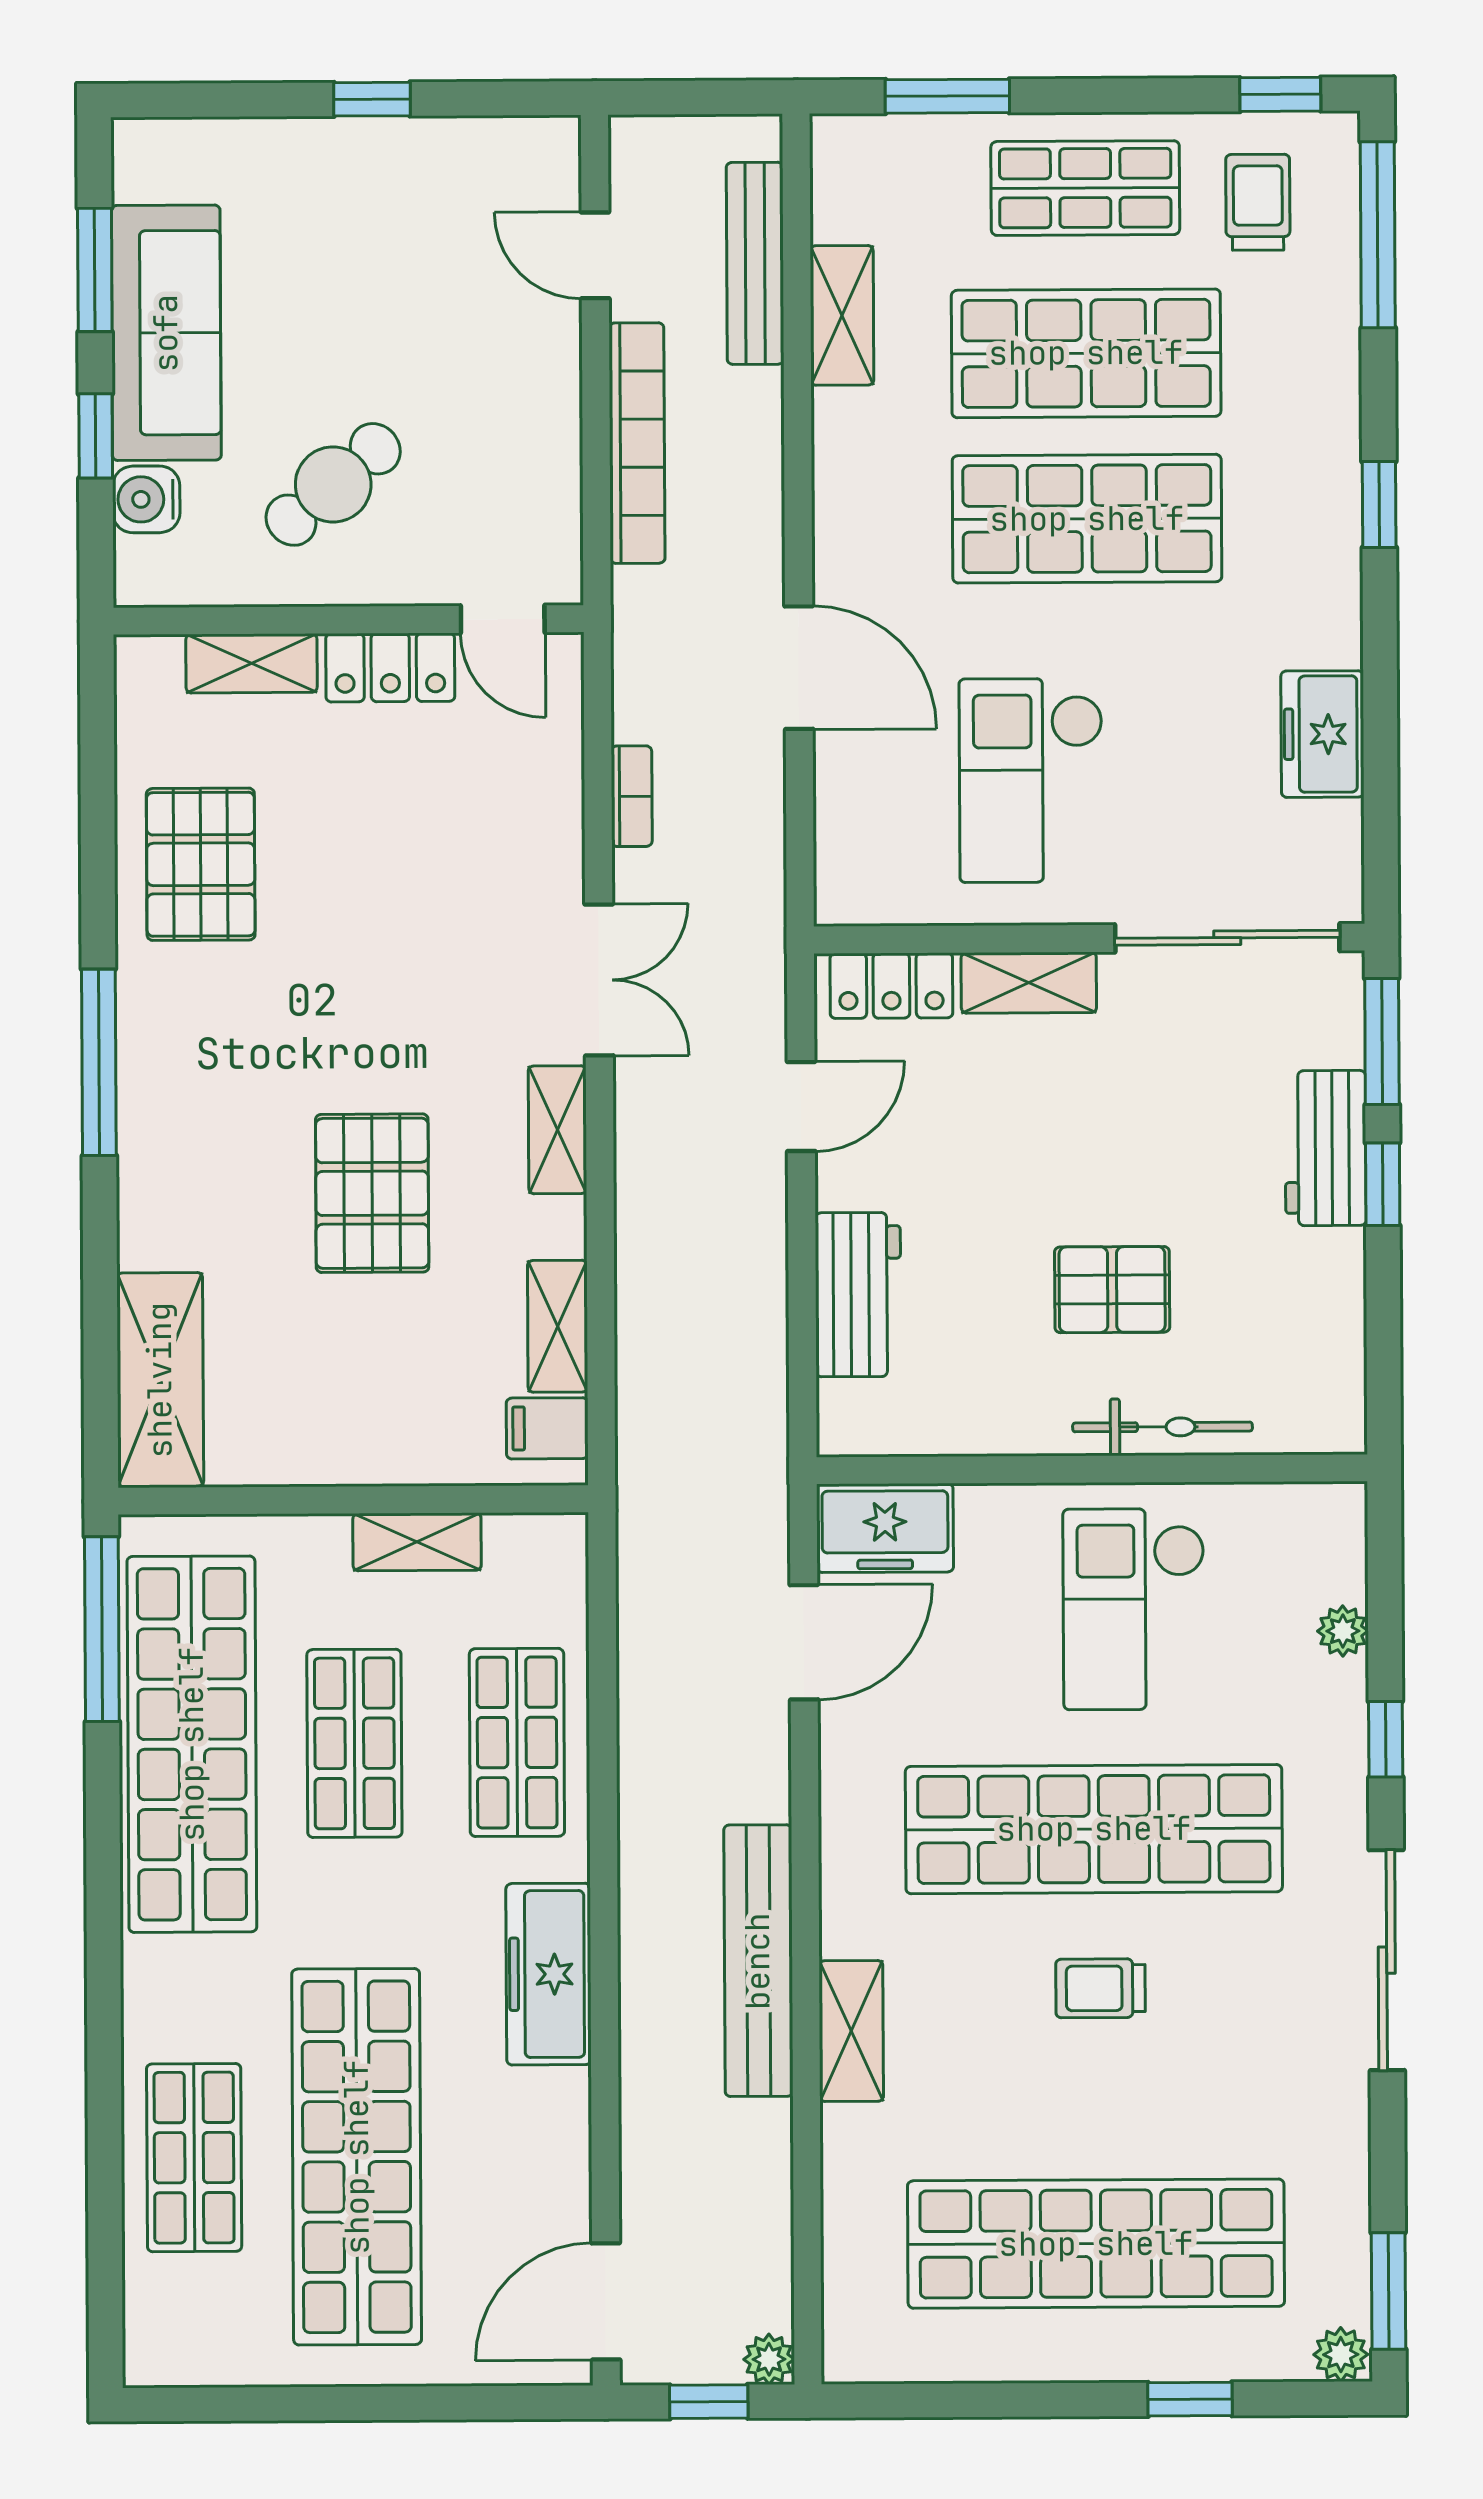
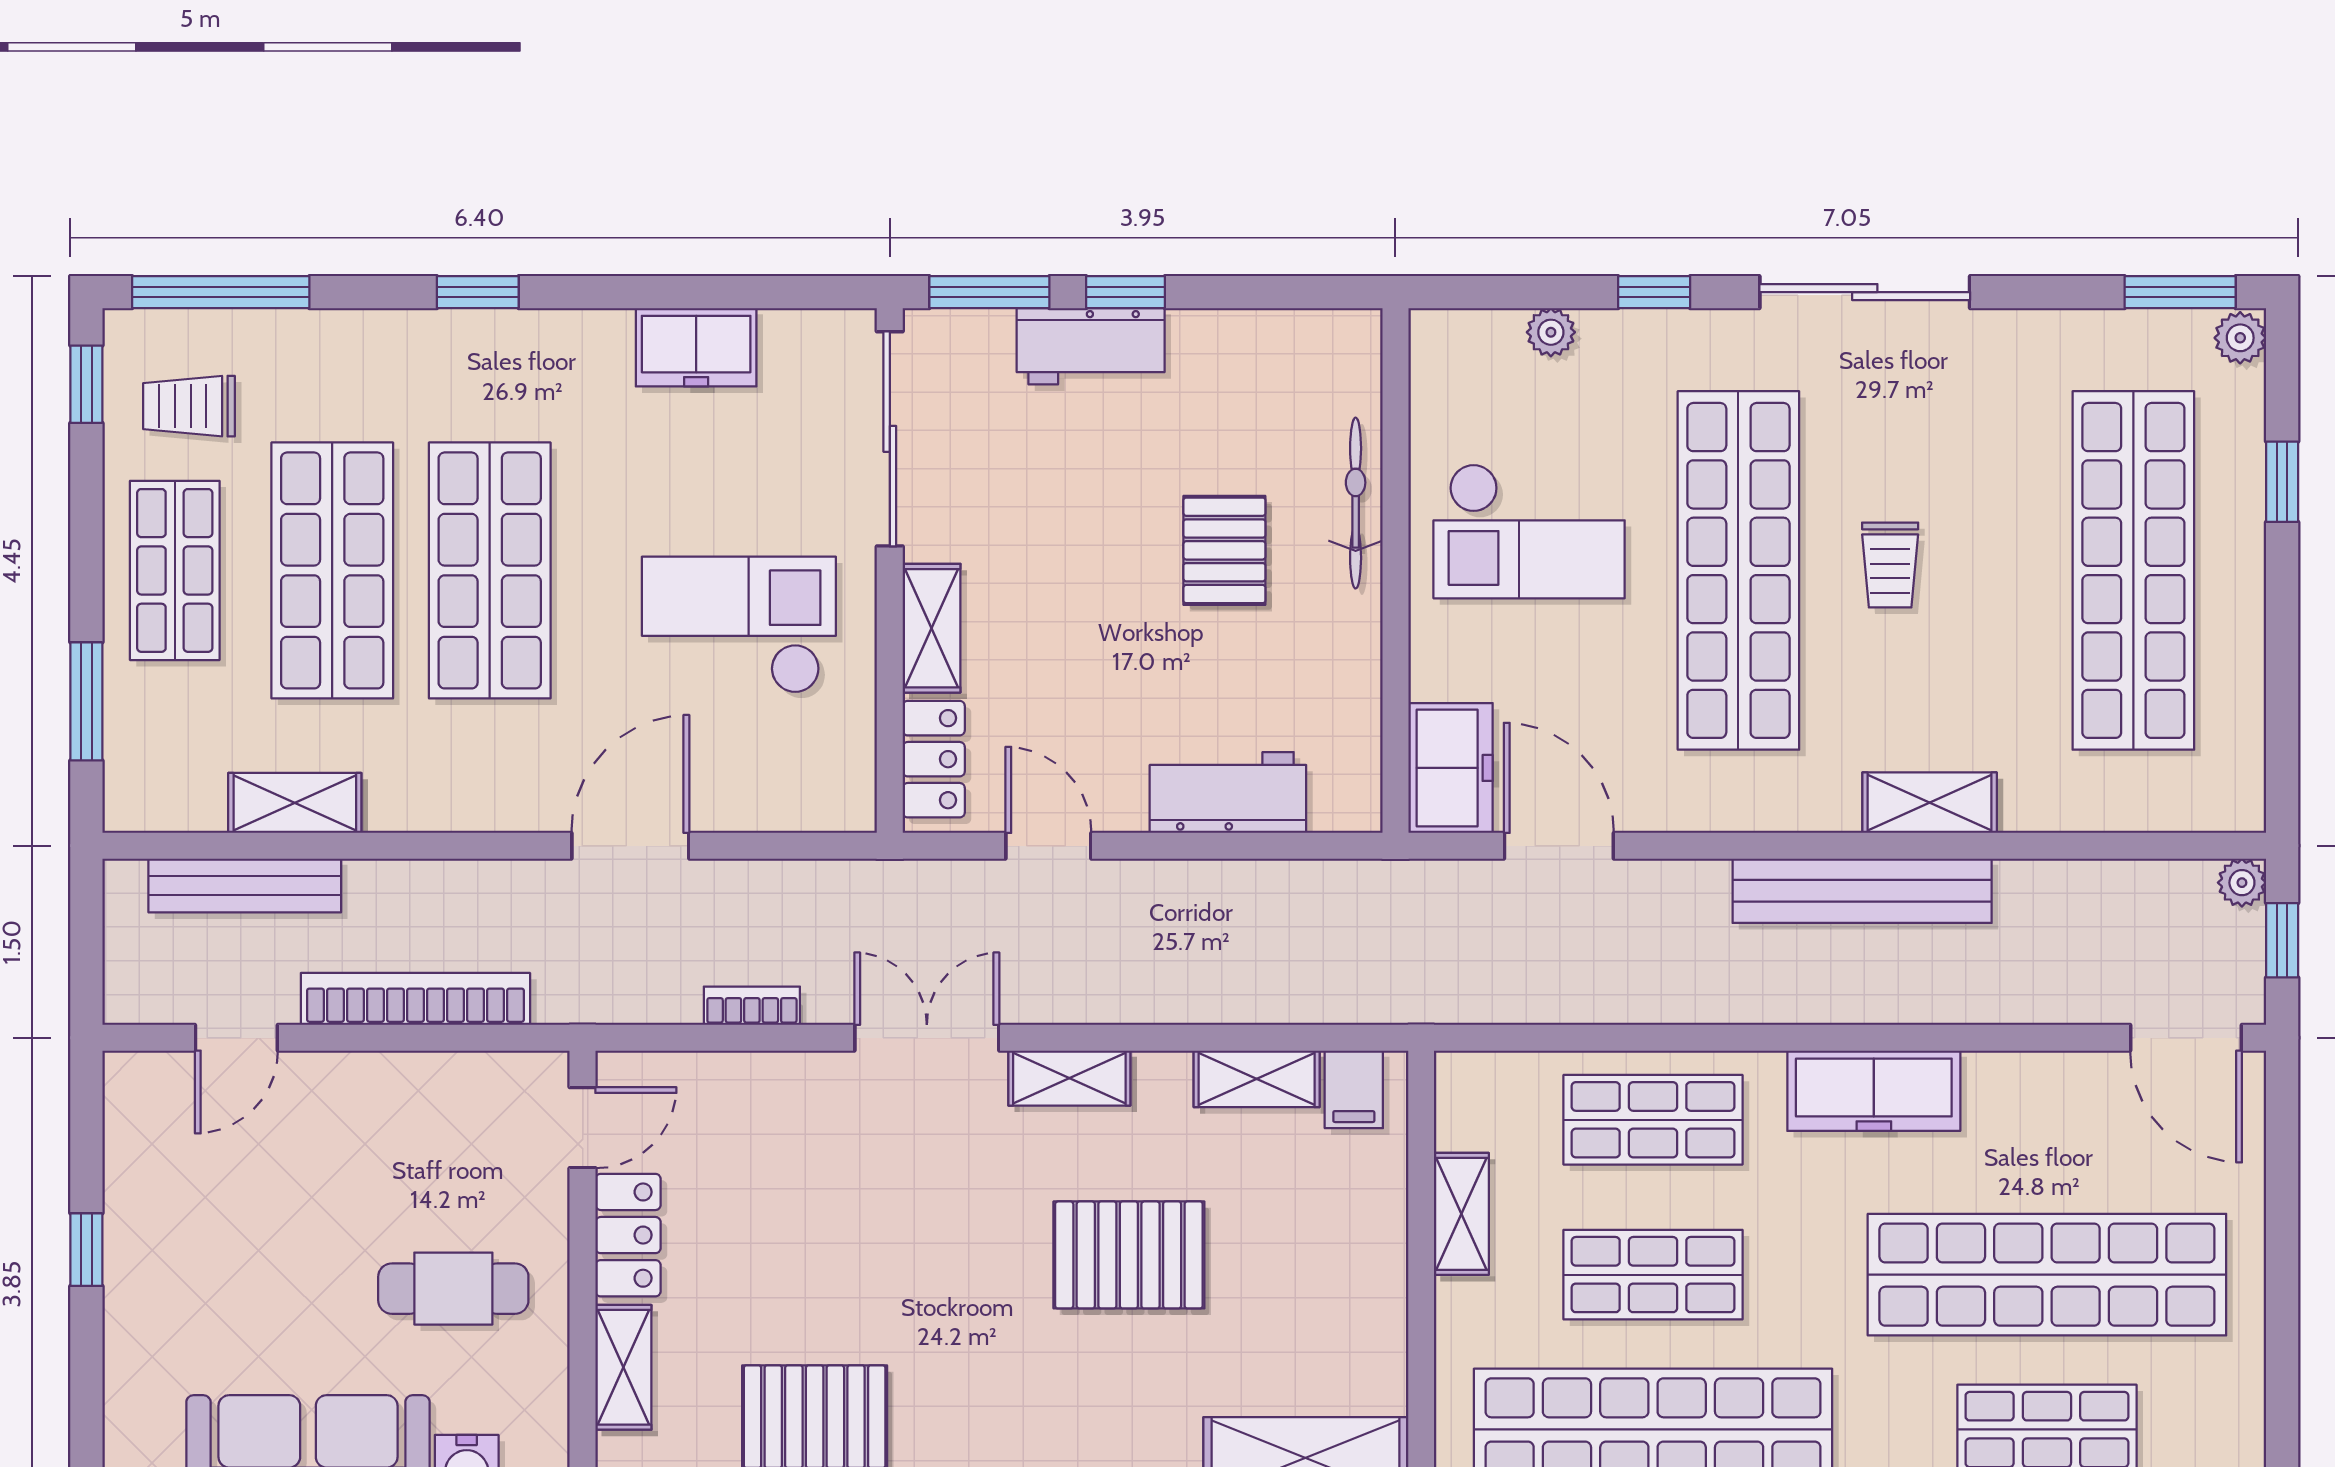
cafe table: (333, 484) -> (453, 1289), turned -50
checkout: (1031, 780) -> (739, 625), turned 180

